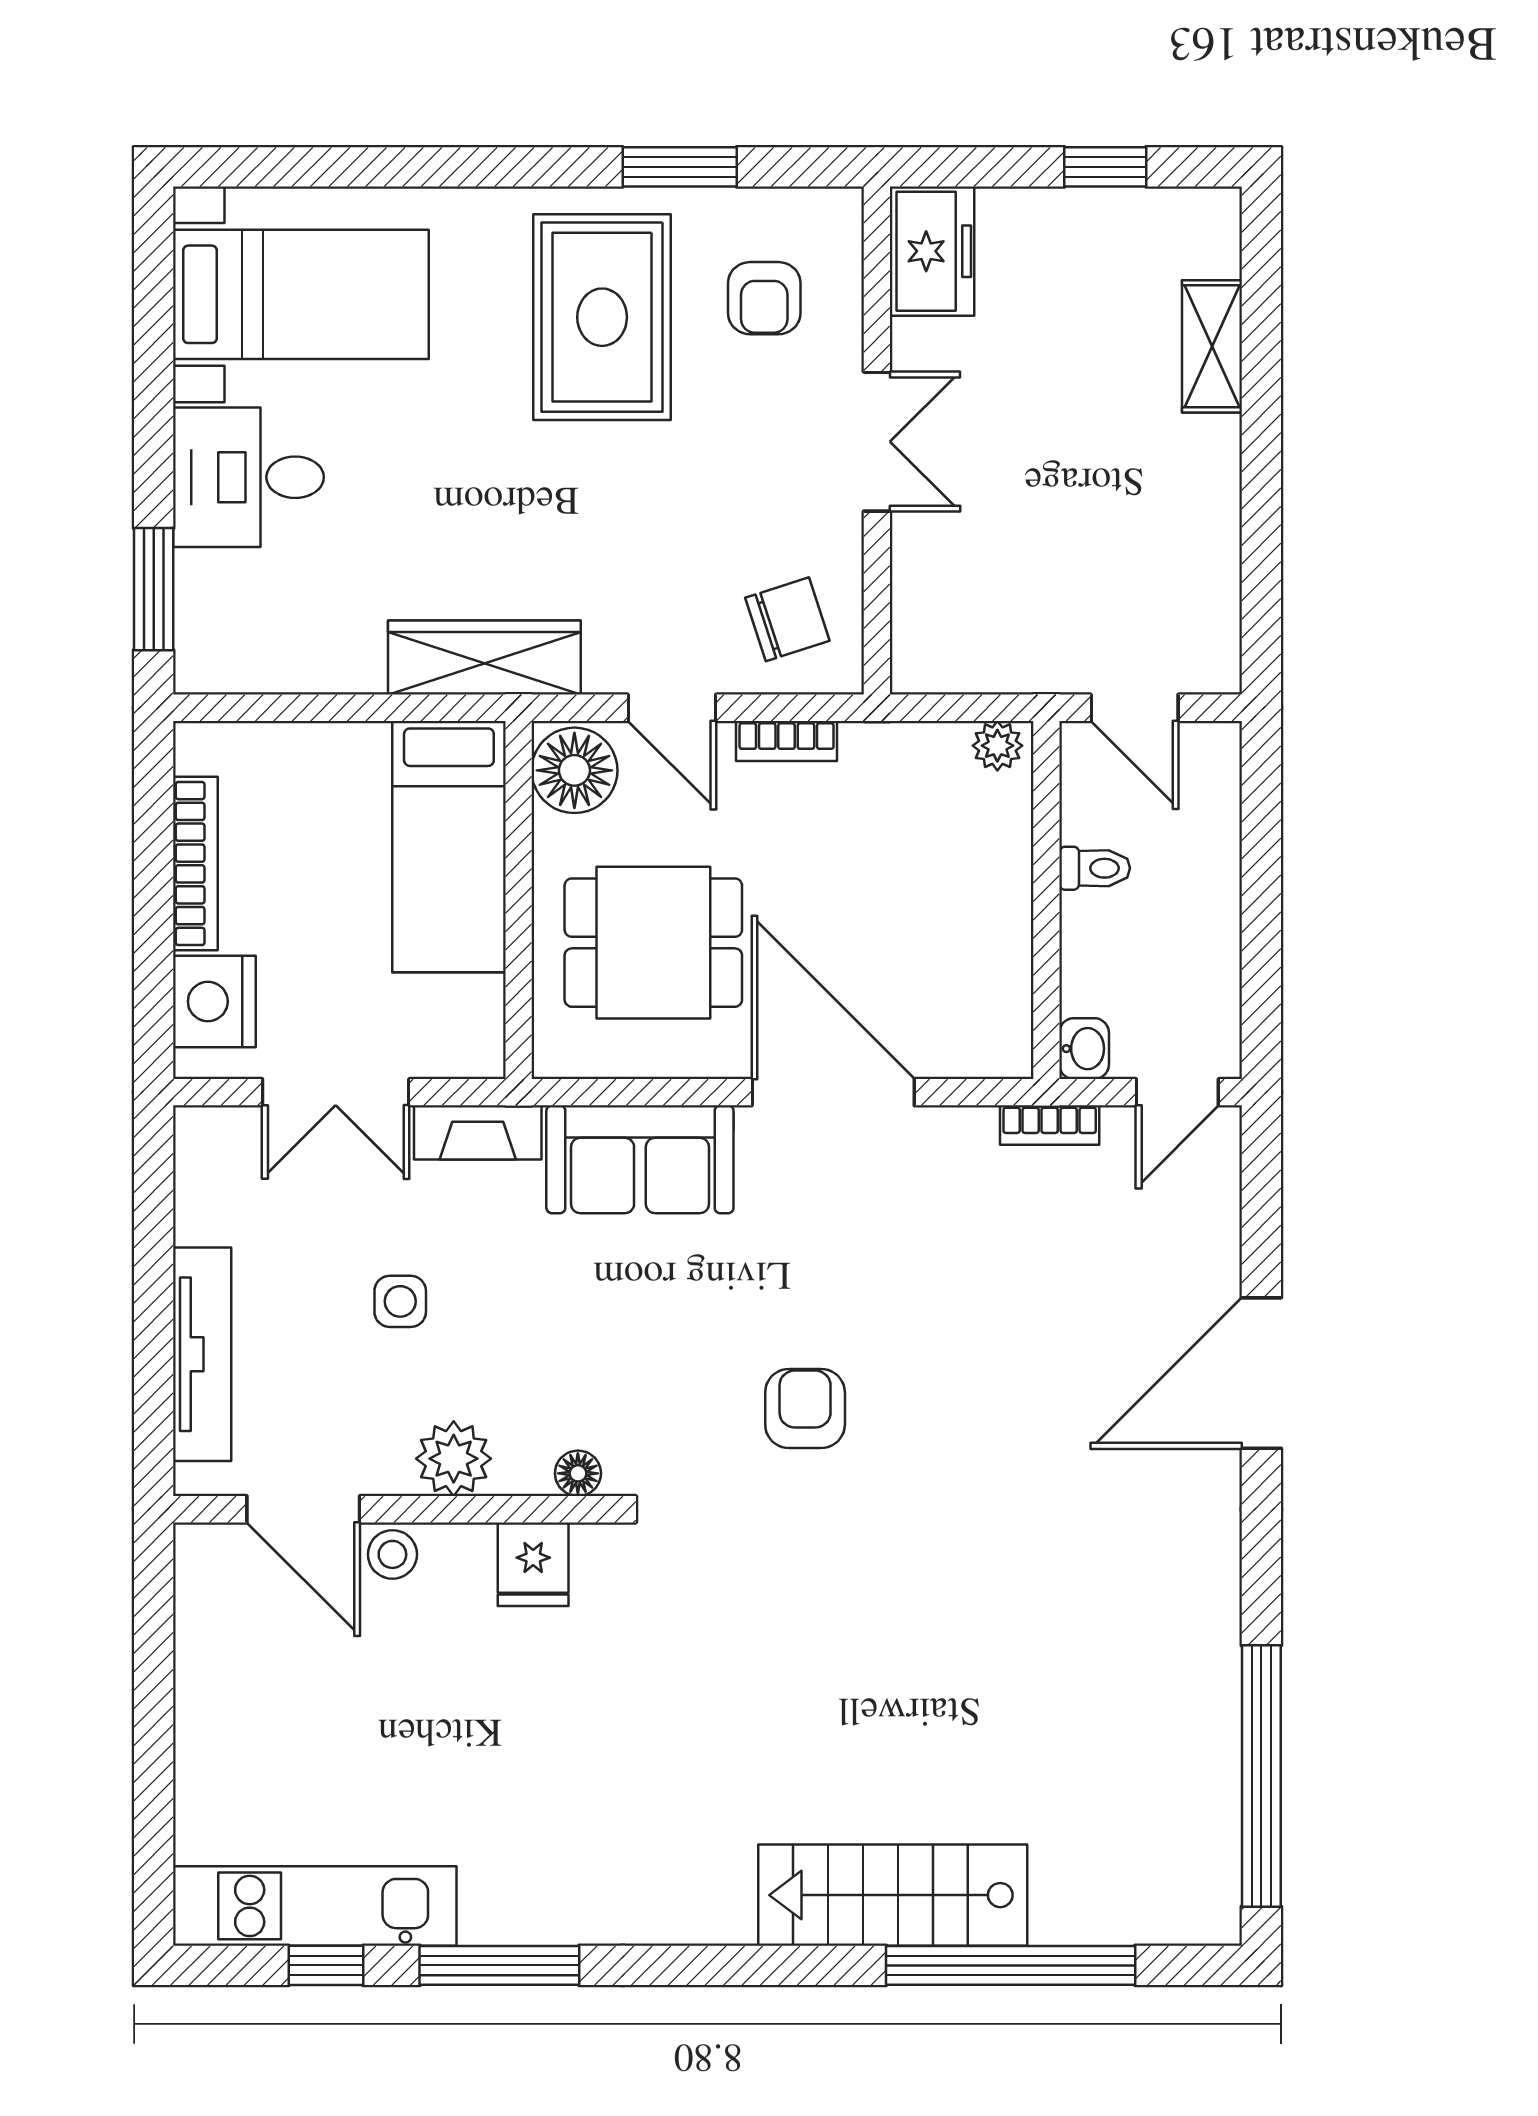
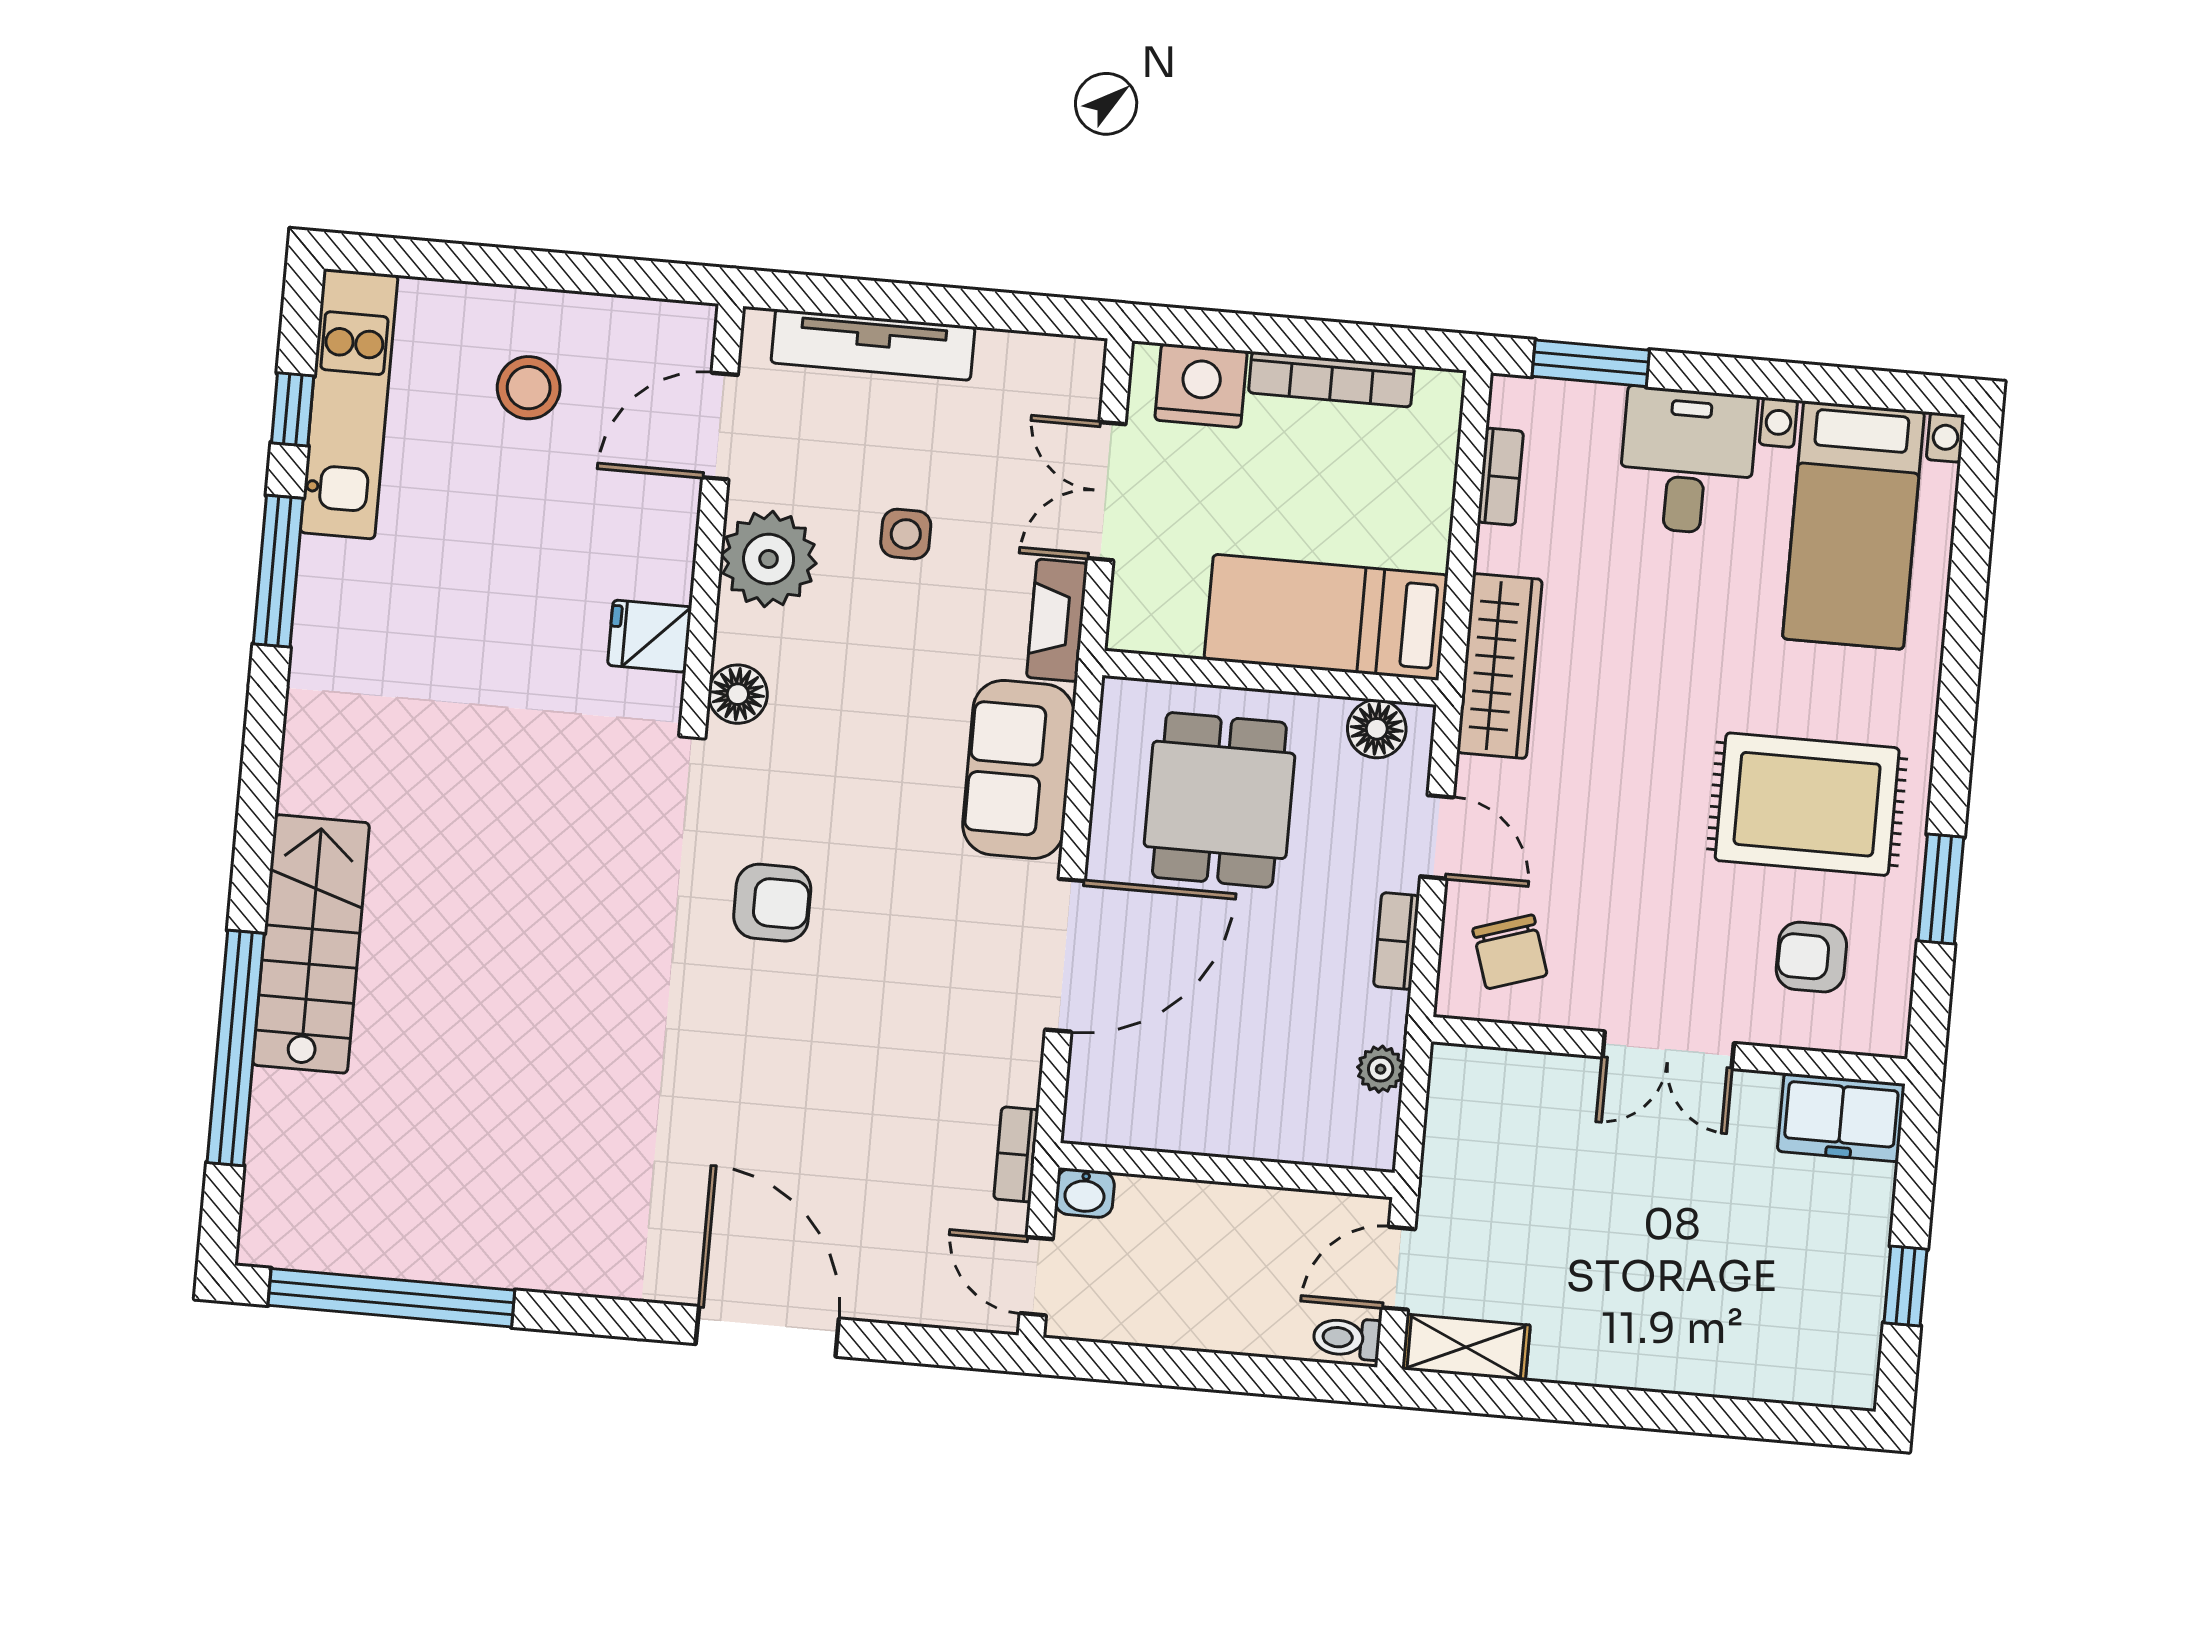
shelving: (1212, 346) -> (1466, 1347), moved
bookcase: (283, 674) -> (1500, 477), added
door: (672, 708) -> (1437, 837), swing flipped
plant: (997, 746) -> (1381, 1069), moved
floor lamp: (574, 770) -> (1377, 729), width x0.73, depth x0.73
toilet: (1095, 868) -> (1347, 1338), moved, turned 90
plant: (454, 1459) -> (769, 559), width x1.36, depth x1.36
floor lamp: (578, 1473) -> (738, 694), width x1.37, depth x1.37
stool: (392, 1554) -> (529, 388), moved, width x1.37, depth x1.37

